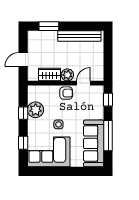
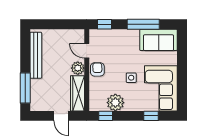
window: (49, 26) -> (25, 88), width x1.44
wardrobe: (50, 75) -> (77, 93), width x1.50
window: (23, 113) -> (106, 116), moved
sofa: (94, 143) -> (159, 40), width x0.73

